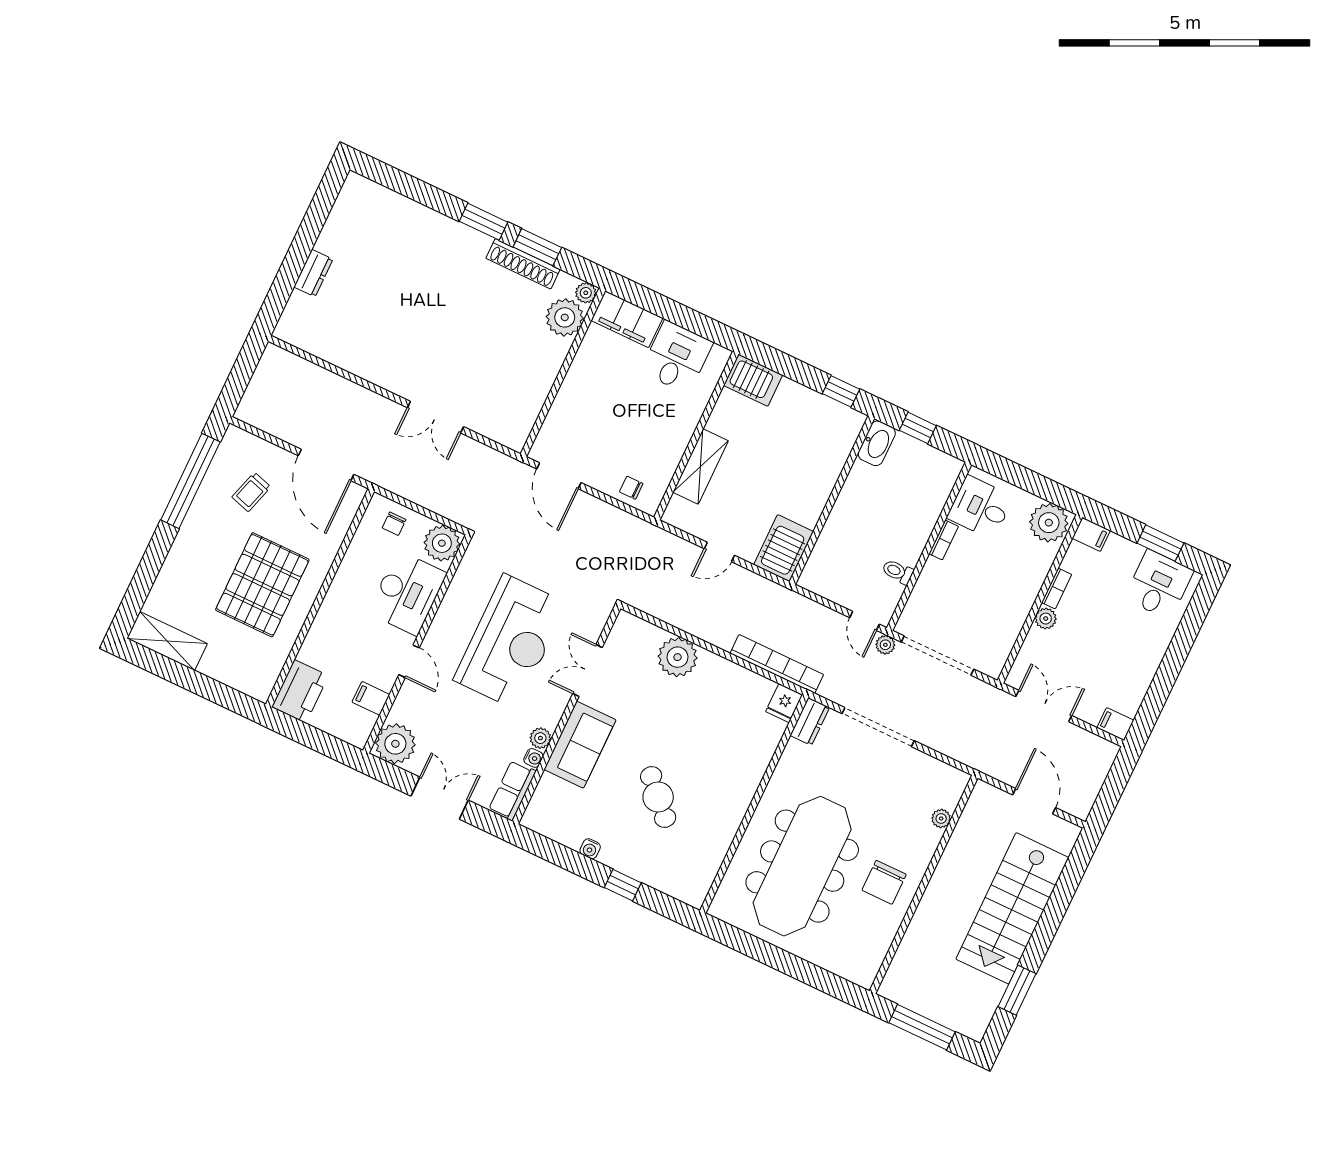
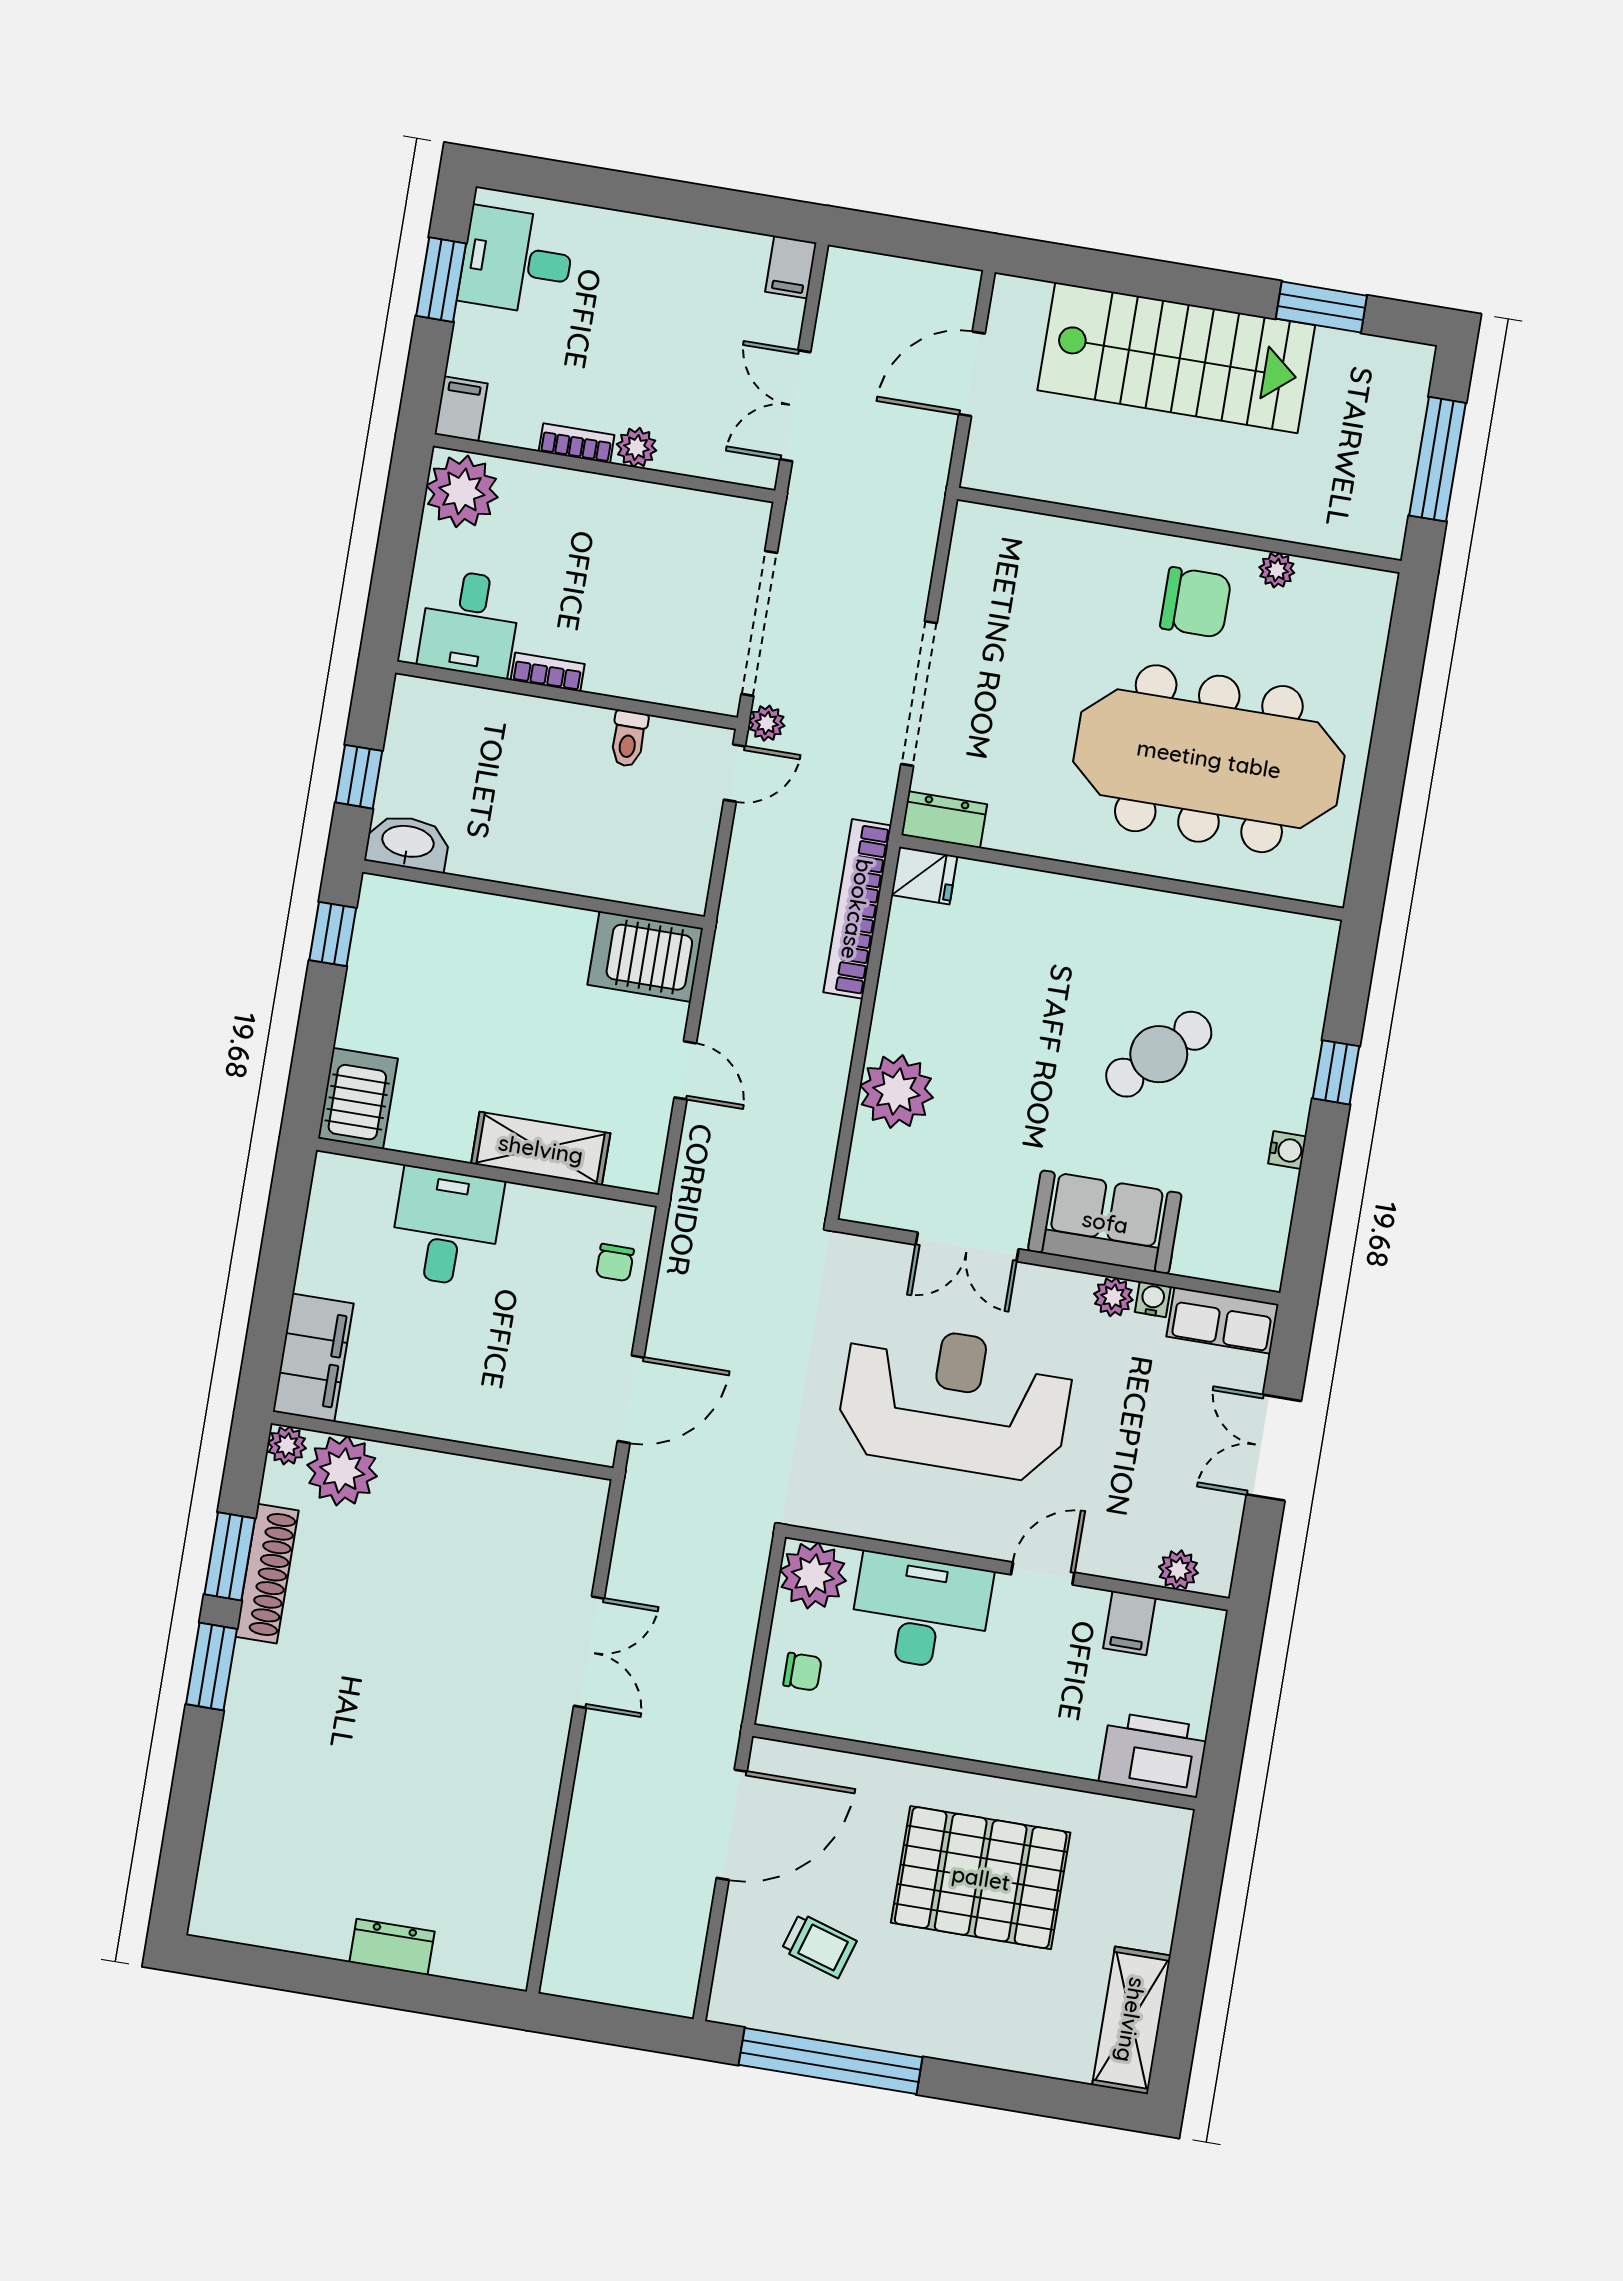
desk: (677, 357) -> (446, 1227), moved, turned 90
plant: (395, 744) -> (1178, 1570), width x0.53, depth x0.53
plant: (941, 818) -> (1277, 570), moved

